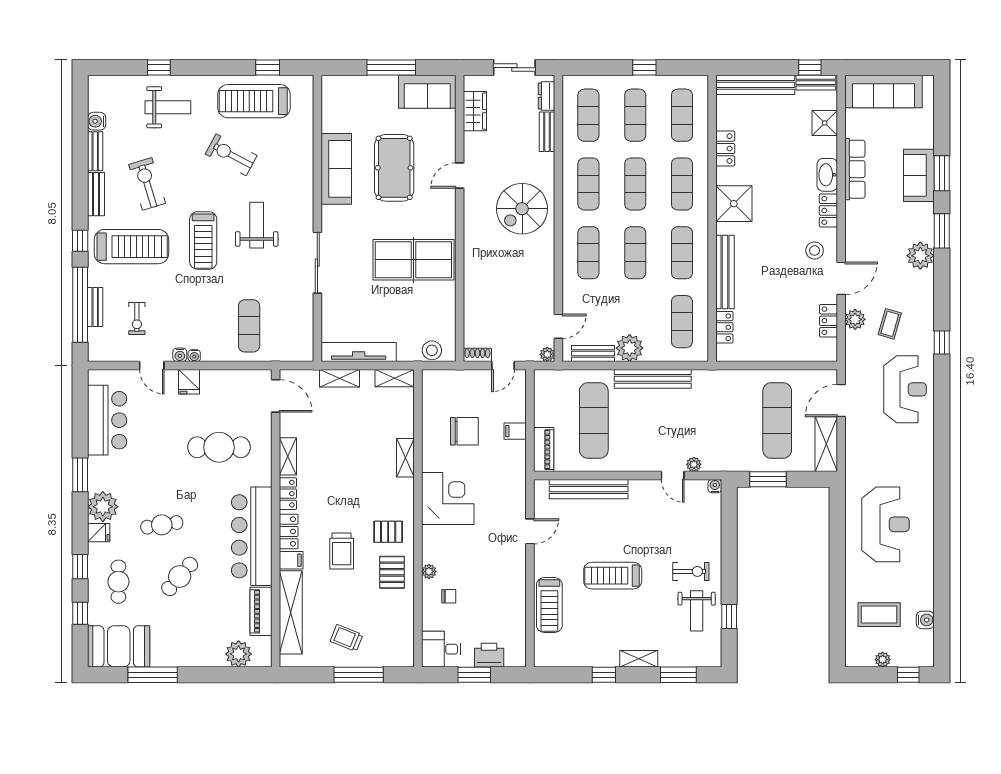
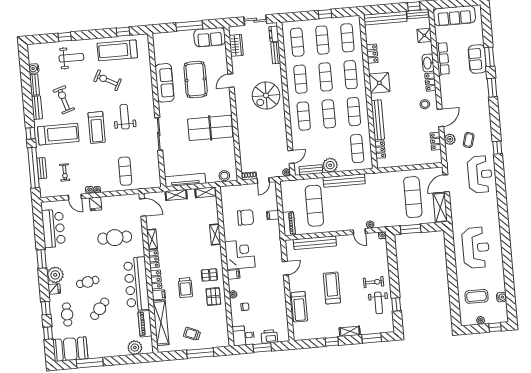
plant: (920, 256) -> (482, 102), removed
filing cabinet: (433, 534) -> (234, 274), added
treadmill: (613, 576) -> (332, 288), turned 90

